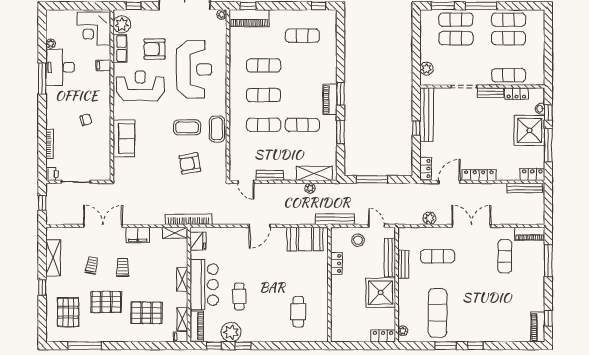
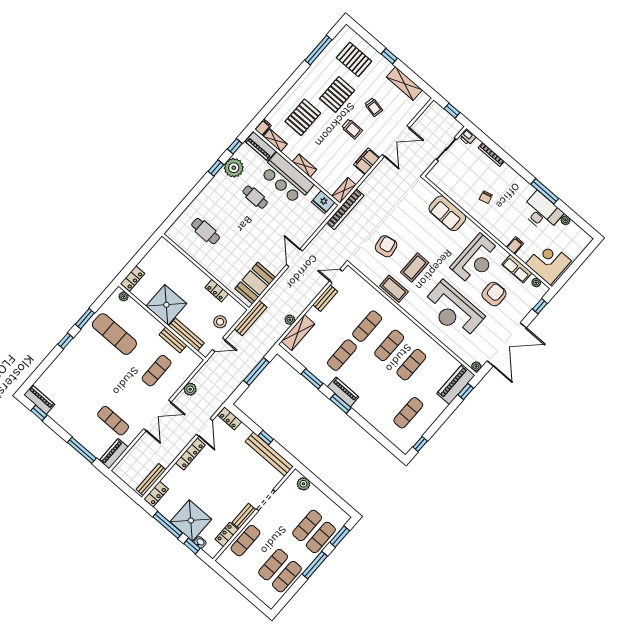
plant: (122, 24) -> (536, 283), width x0.53, depth x0.53

